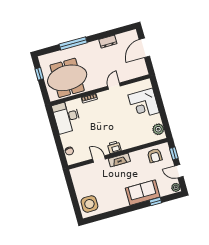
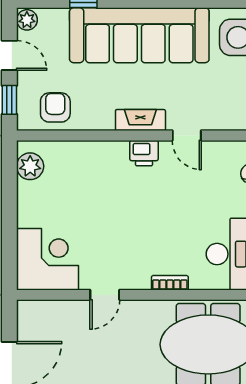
corner desk: (144, 104) -> (48, 259), moved
sofa: (143, 193) -> (139, 35), width x1.85, depth x1.27

